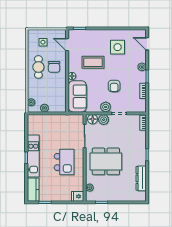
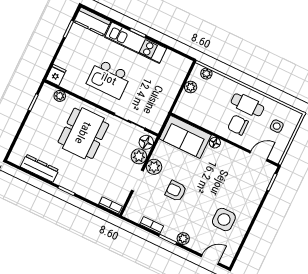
coffee table: (93, 62) -> (220, 178), removed

